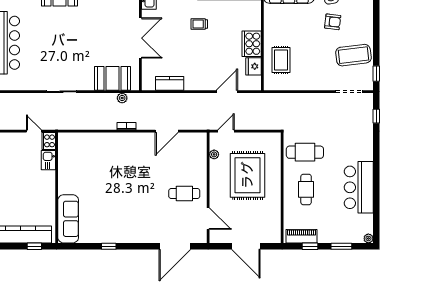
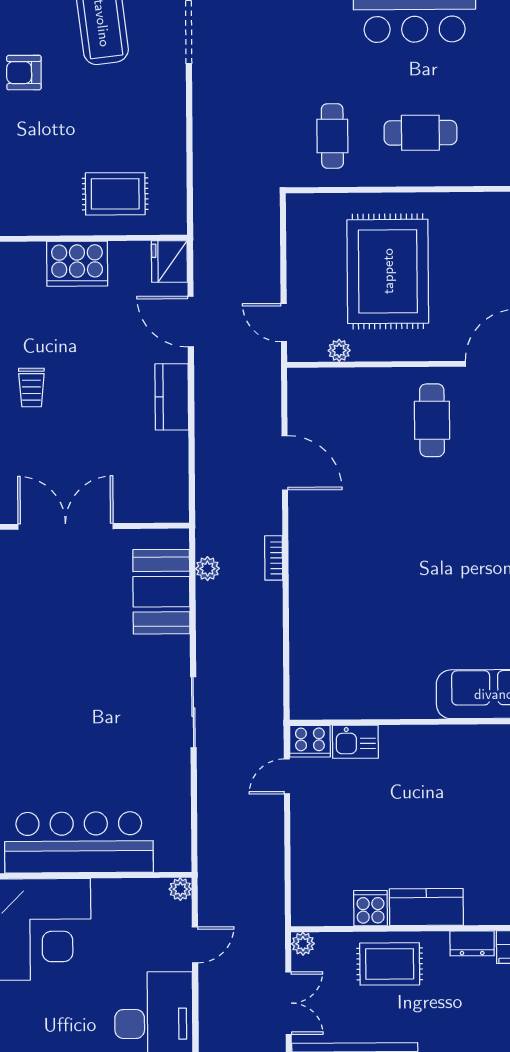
armchair: (333, 22) -> (24, 73), turned -97
fridge: (254, 66) -> (169, 261), moved, turned 90
kitchen counter: (170, 83) -> (172, 397), moved
cafe table: (305, 152) -> (332, 136), width x0.73, depth x0.74
rug: (247, 175) -> (388, 271), turned 90

